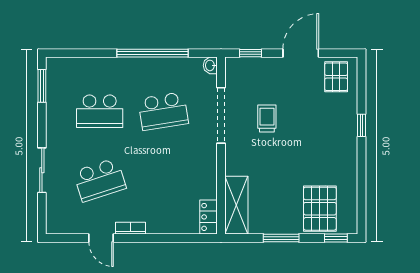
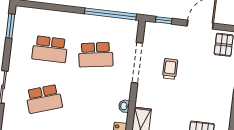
window: (153, 53) -> (110, 14), moved
washbasin: (210, 65) -> (124, 106), moved

